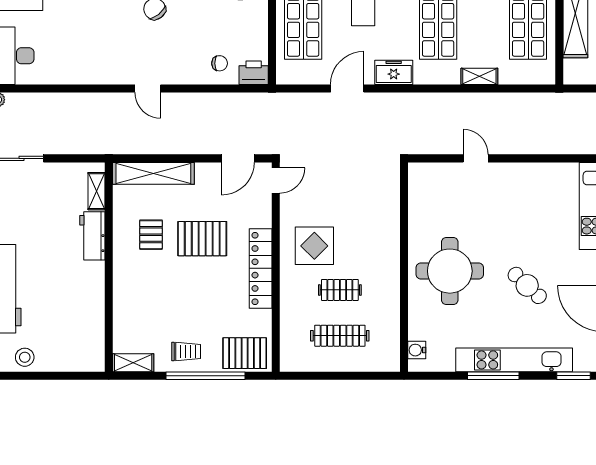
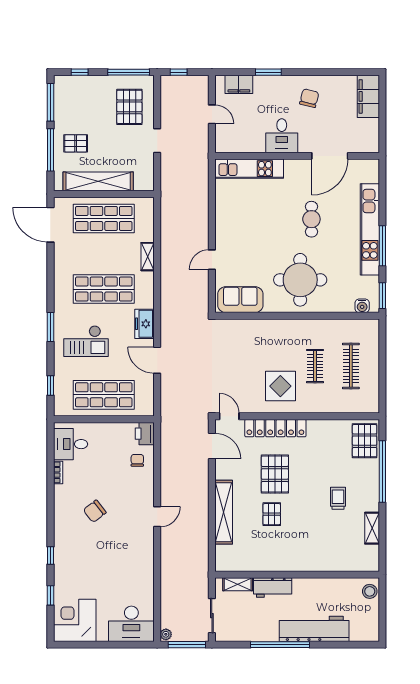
shelving: (96, 191) -> (238, 584), moved
sofa: (424, 195) -> (240, 300), added
pallet: (151, 235) -> (272, 514), turned 90
workbench: (92, 236) -> (273, 587), moved
wall: (109, 267) -> (297, 575), moved
locker: (261, 268) -> (275, 428), moved
cafe table: (527, 285) -> (311, 219), turned -43
trolley: (186, 352) -> (338, 498), moved
stool: (25, 357) -> (370, 591), moved
window: (574, 376) -> (382, 296), moved

